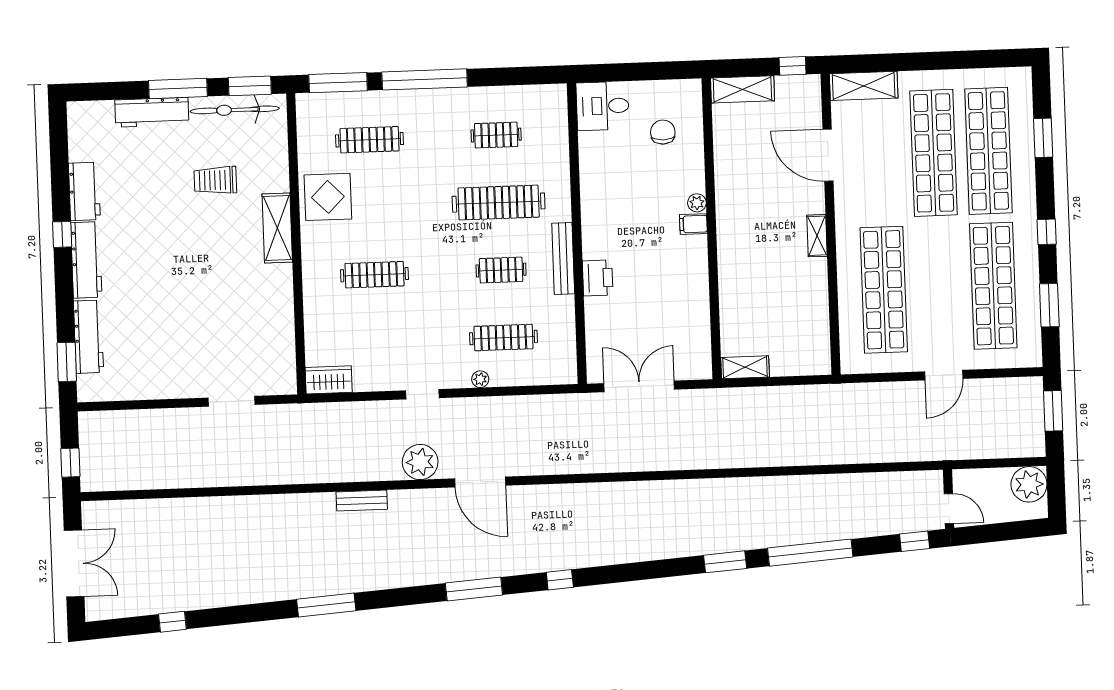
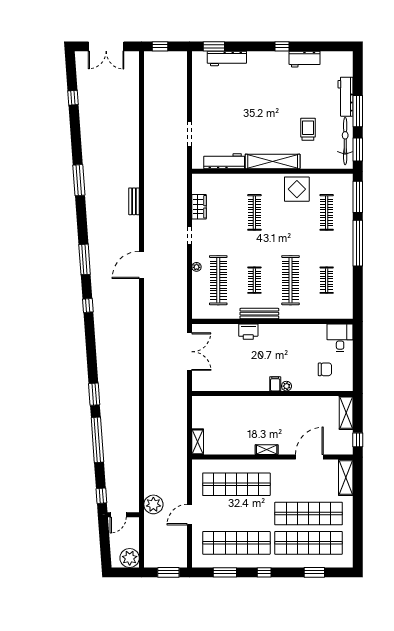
shelving: (277, 228) -> (273, 161), width x1.47
workbench: (86, 260) -> (224, 161), moved, turned 180
clothes rail: (504, 338) -> (218, 280), width x1.37, depth x1.31
shelving: (745, 367) -> (198, 442), moved
door: (944, 375) -> (190, 515), hinge flipped
wardrobe: (329, 380) -> (199, 207), moved
plant: (420, 462) -> (153, 504), moved

